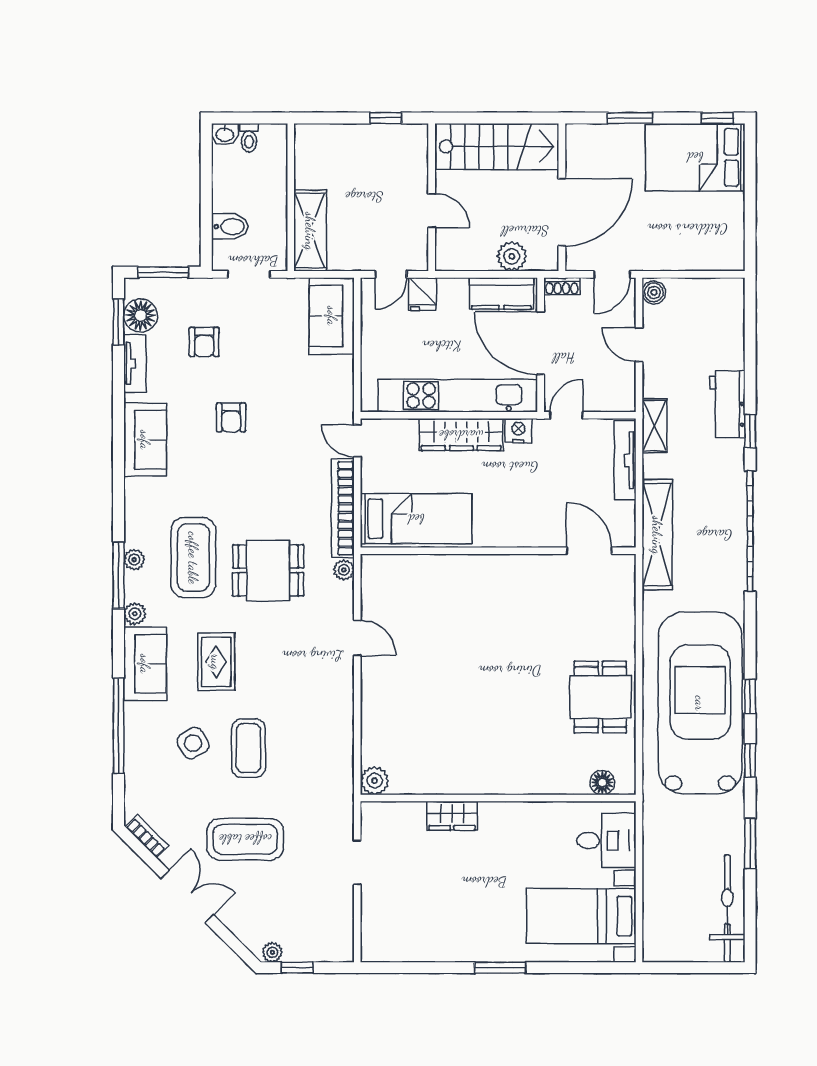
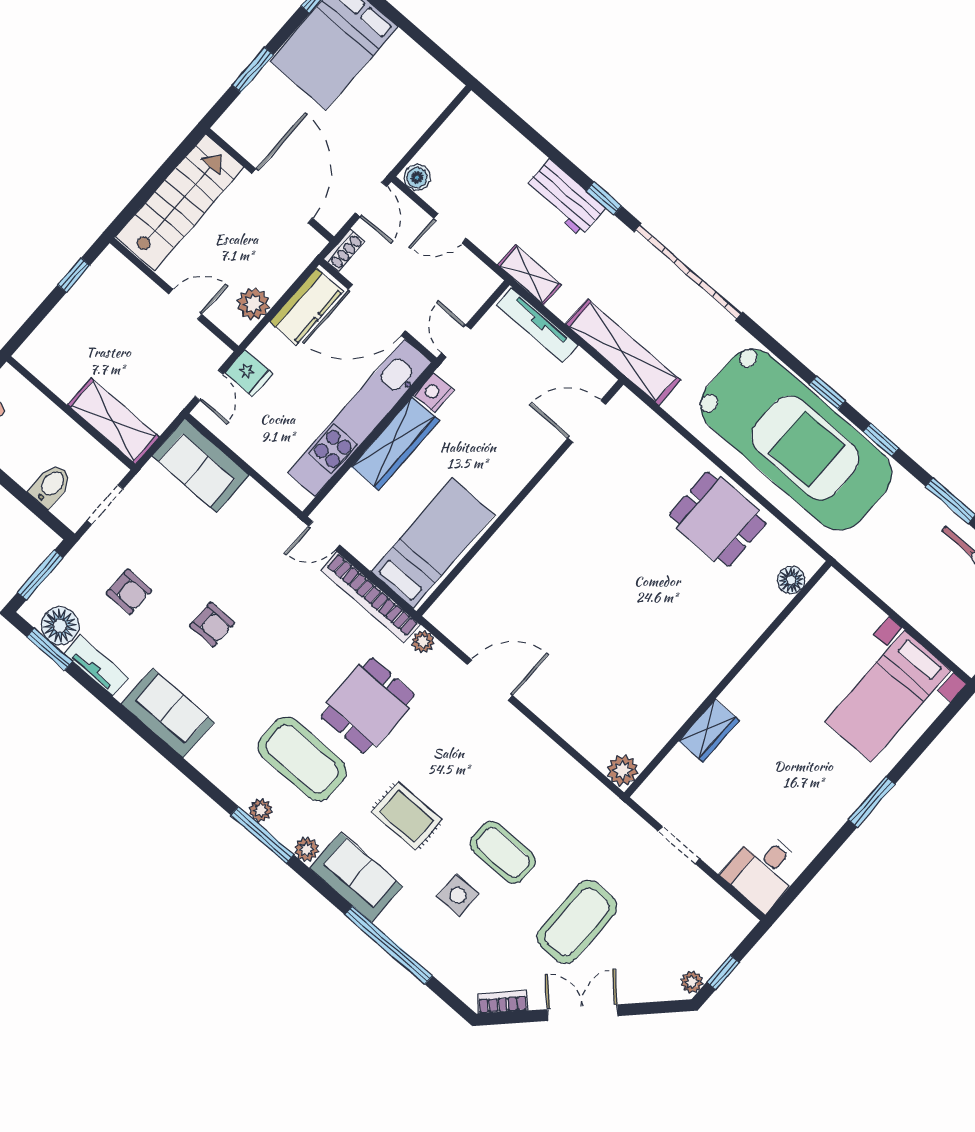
plant: (512, 256) -> (253, 304), moved
door: (357, 638) -> (490, 680), width x1.38
car: (700, 703) -> (796, 440), turned 180
side table: (193, 743) -> (458, 895), turned 31
desk: (606, 840) -> (763, 870), moved, turned 180

